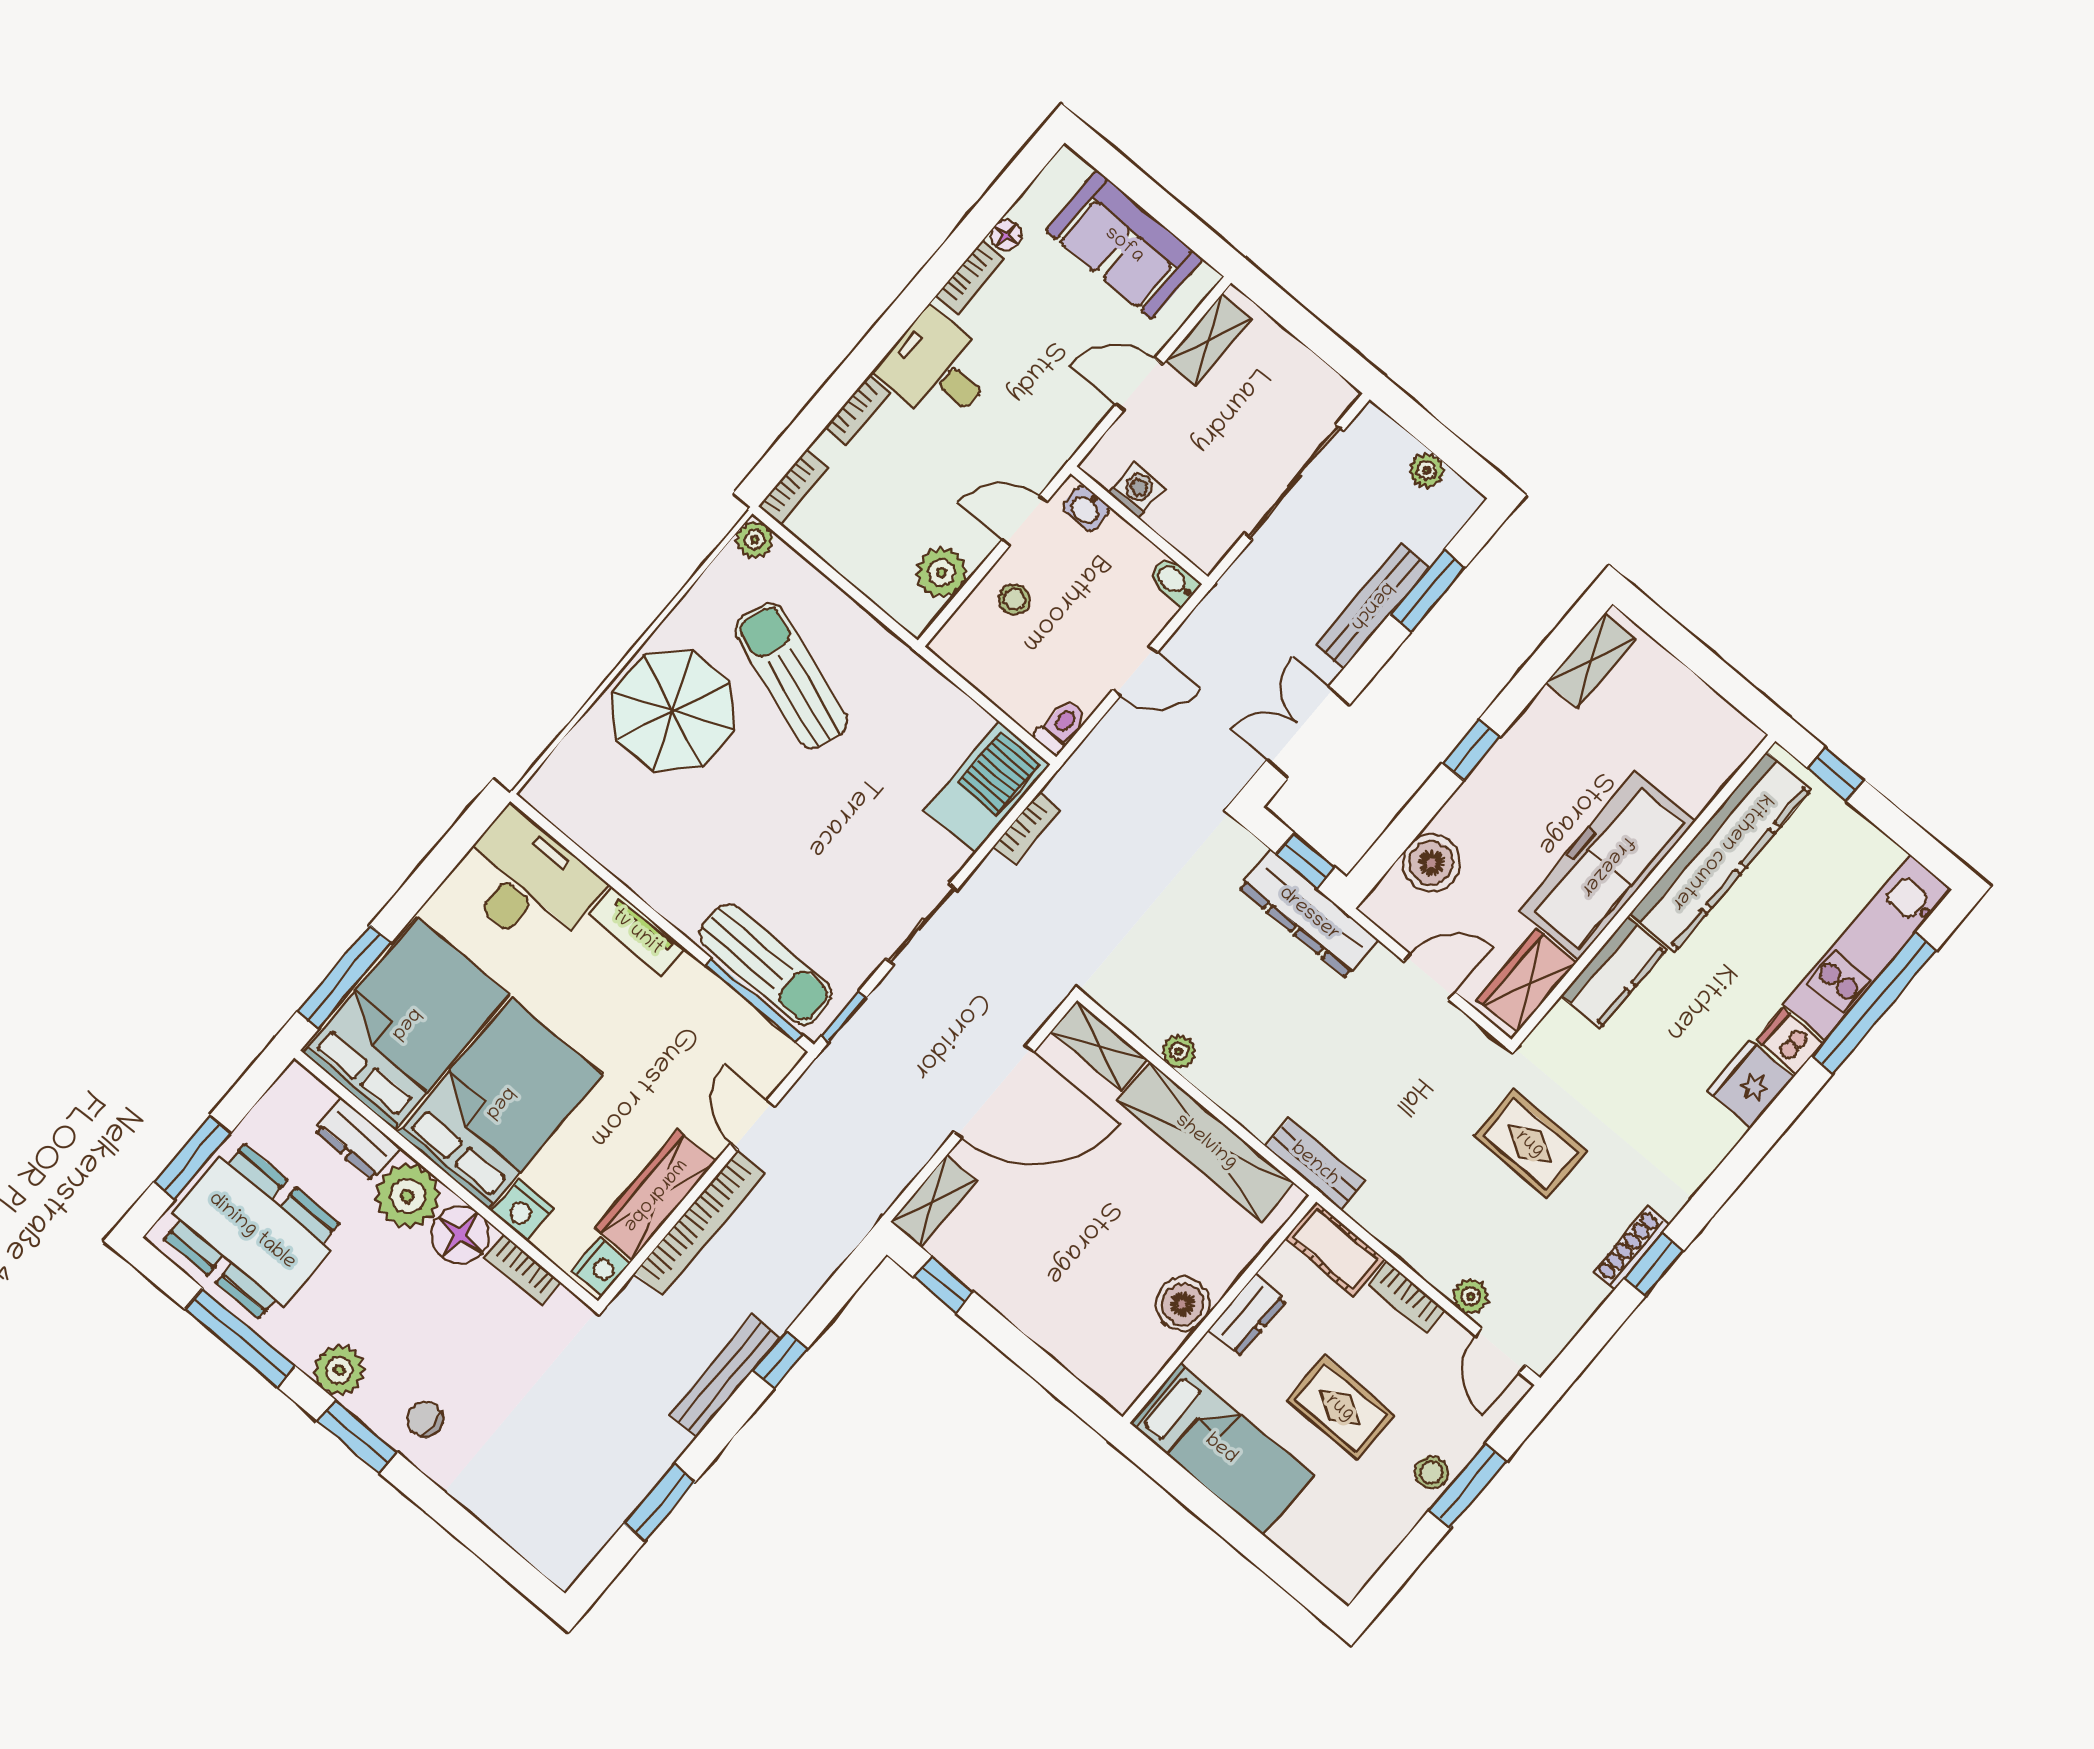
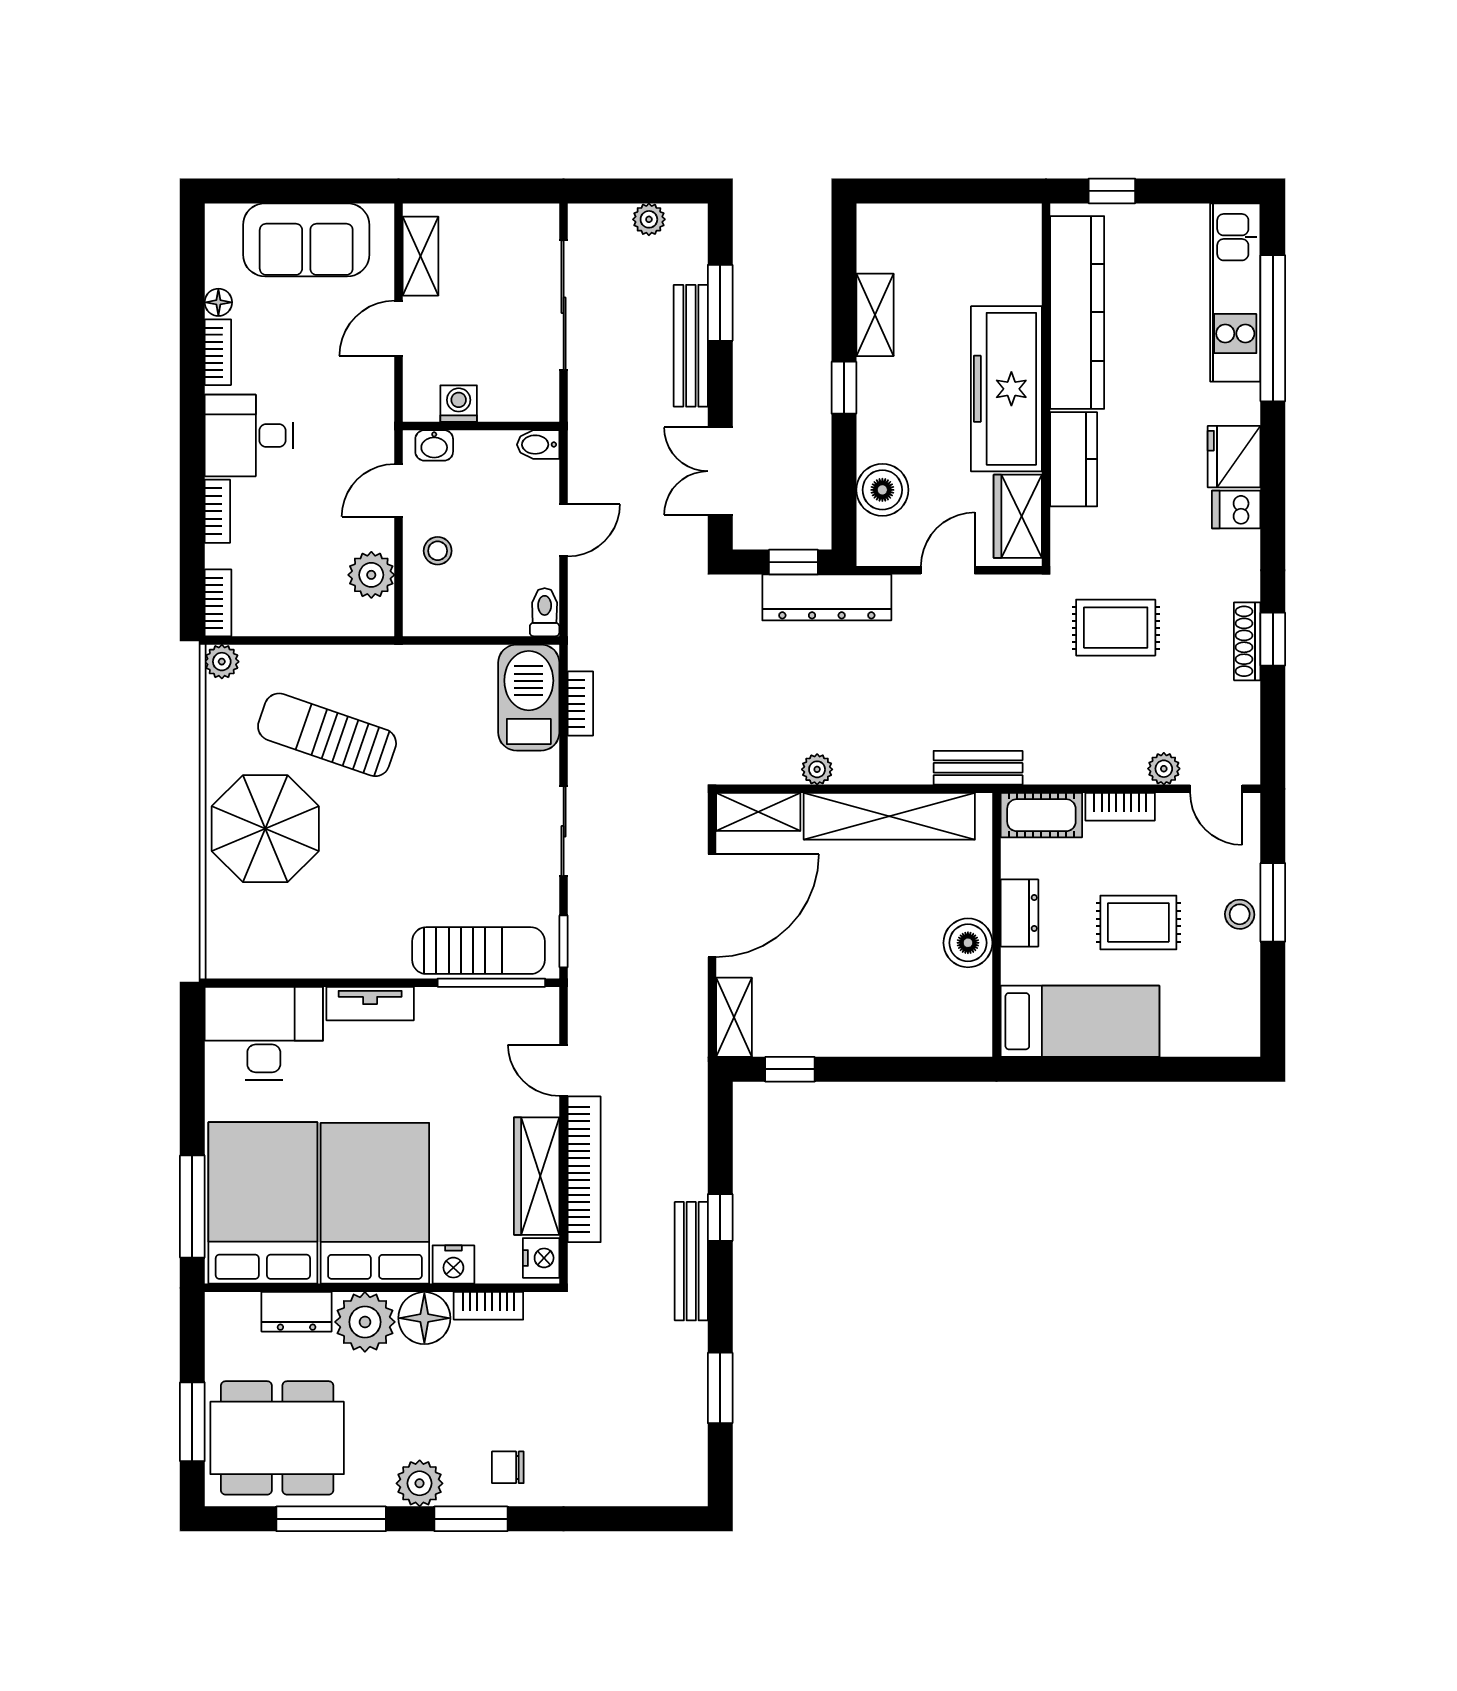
shelving: (1591, 660) -> (875, 315), moved
dishwasher: (1790, 1041) -> (1236, 509), moved

